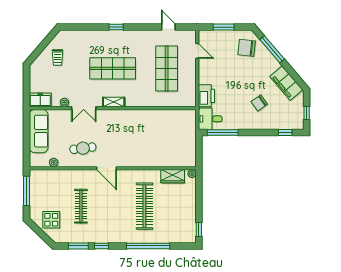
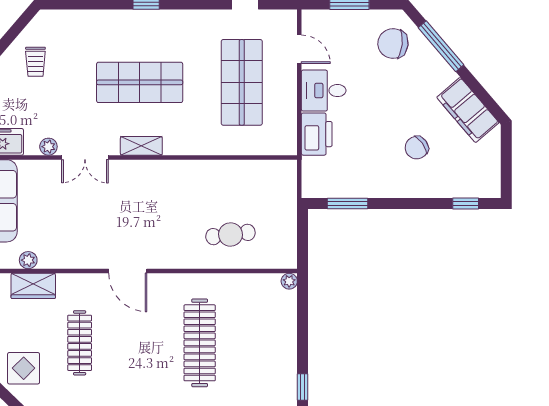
window: (307, 113) -> (506, 167), removed
desk: (210, 119) -> (324, 91), moved
window: (223, 133) -> (347, 204), width x0.69
cafe table: (83, 148) -> (230, 234), moved
wardrobe: (173, 176) -> (33, 286), moved

